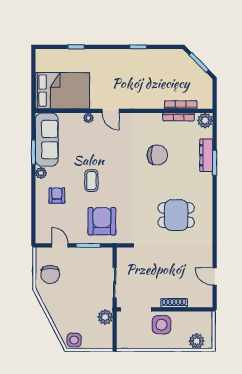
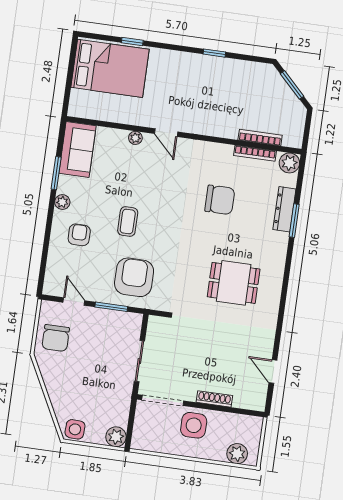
bed: (62, 91) -> (110, 68), moved
sofa: (47, 140) -> (77, 149), width x0.73
plant: (105, 317) -> (116, 437), moved

